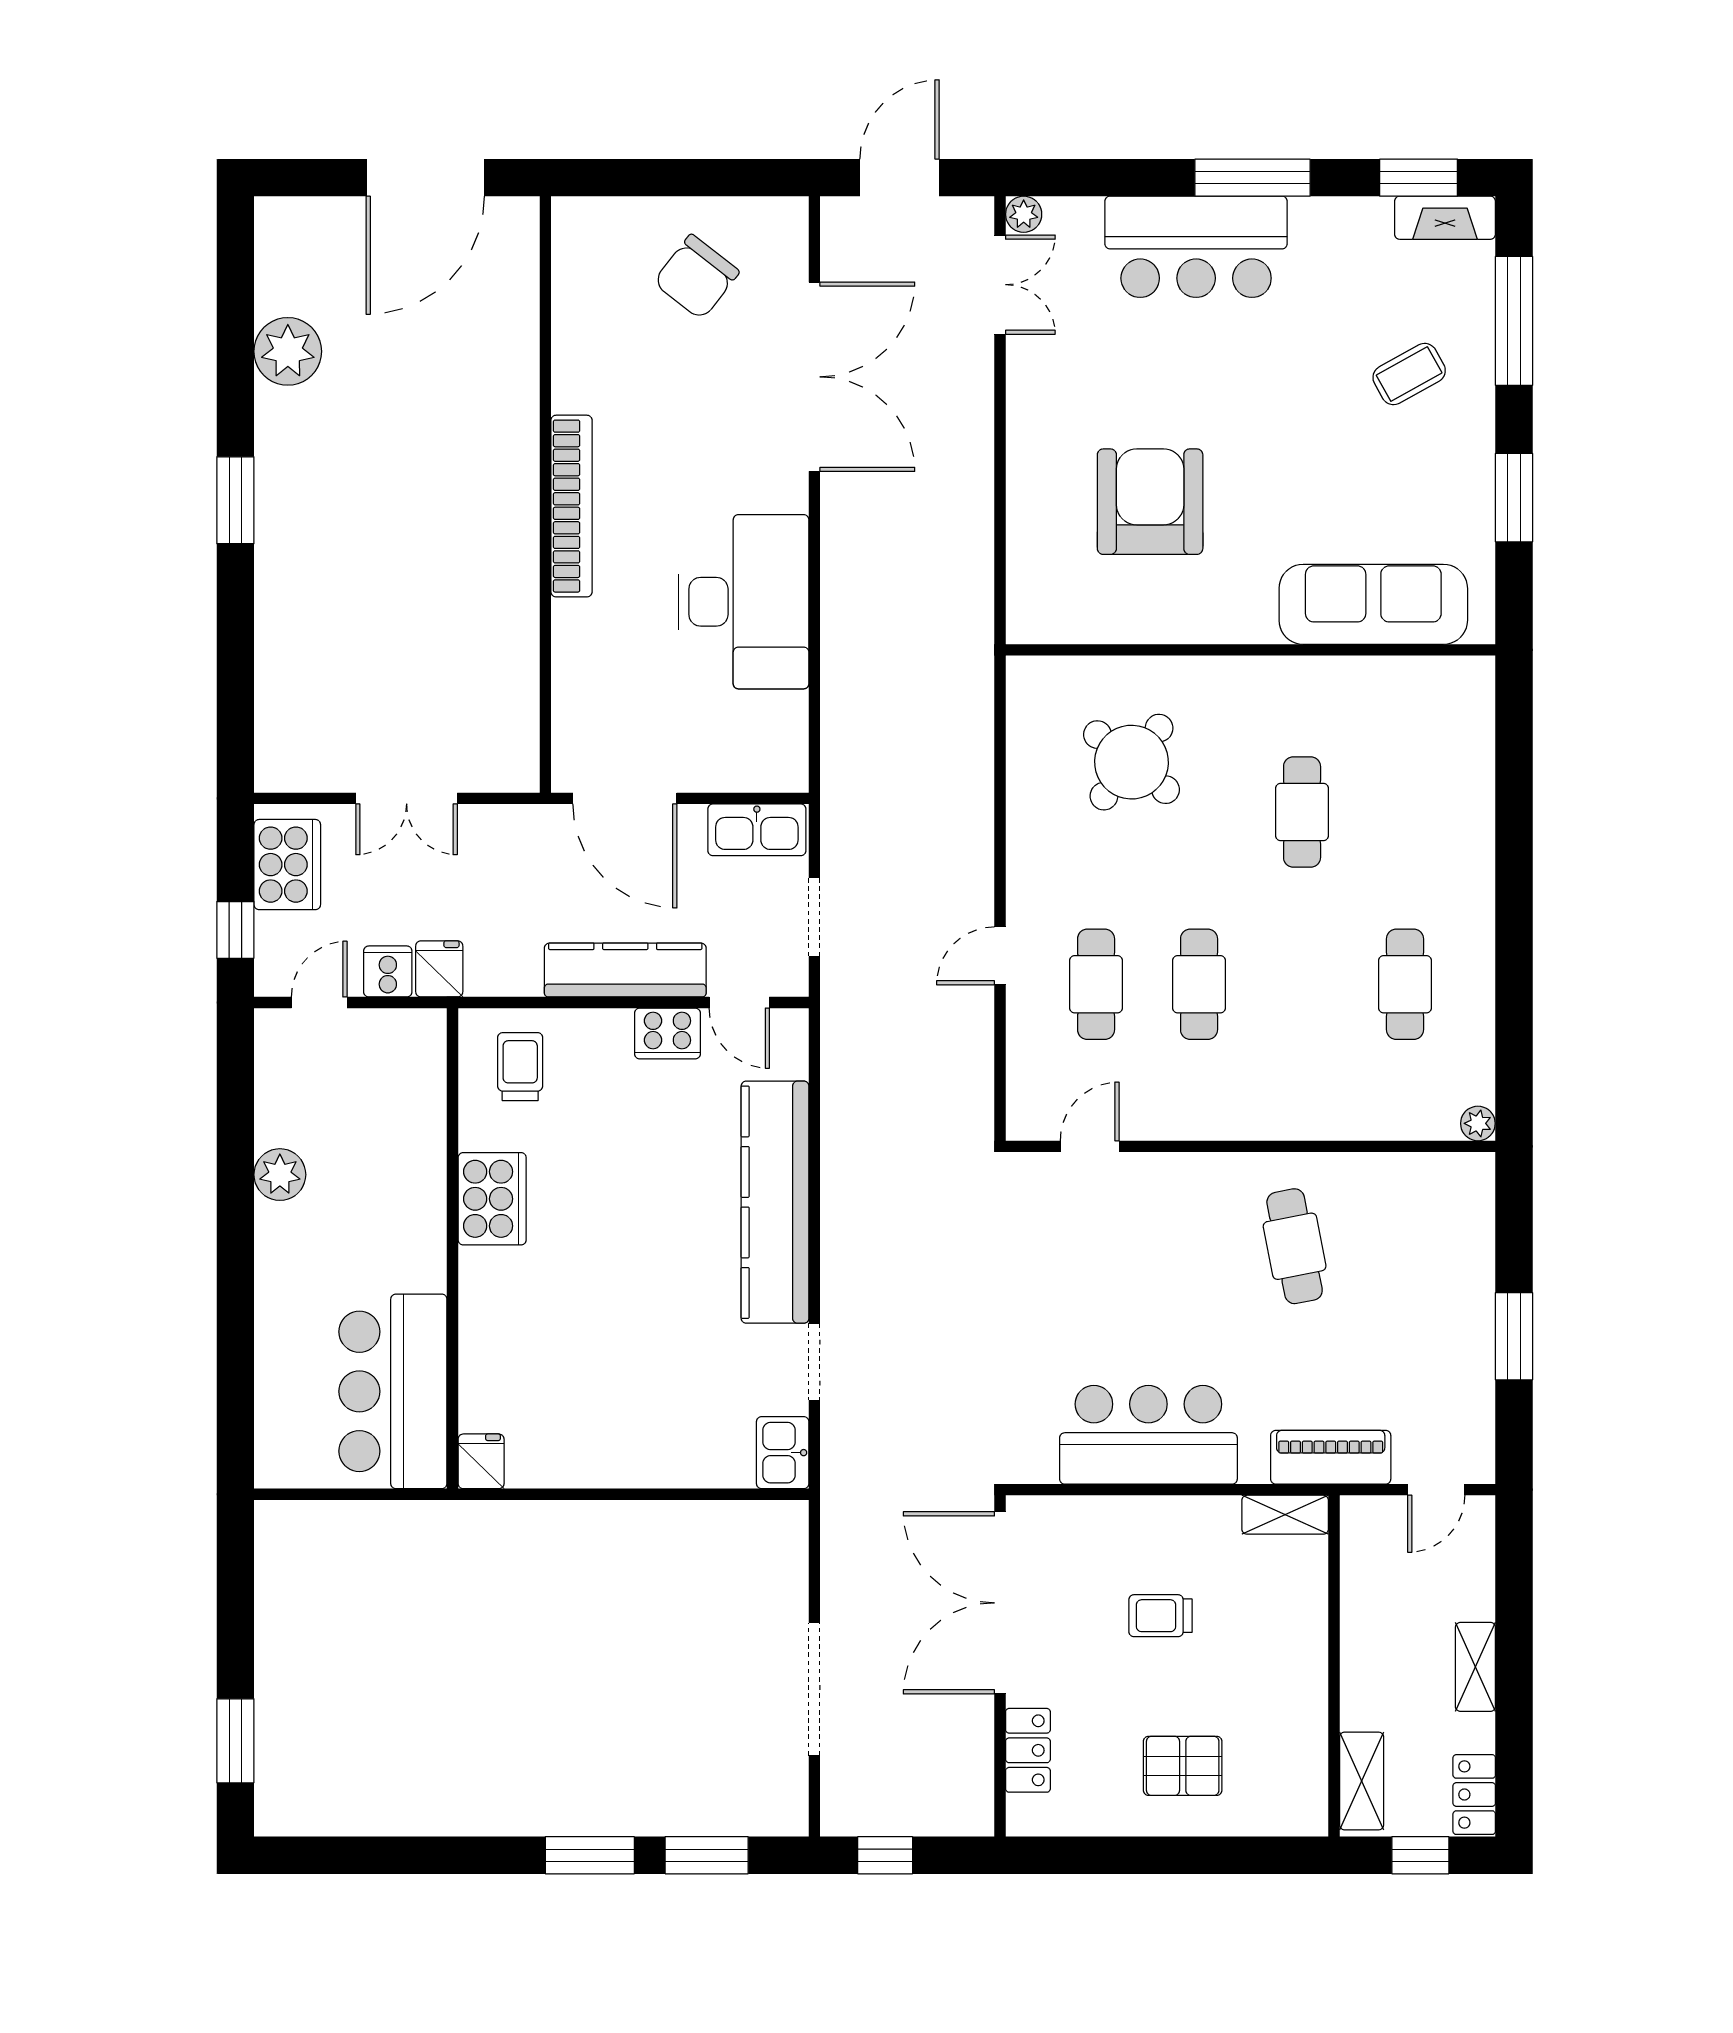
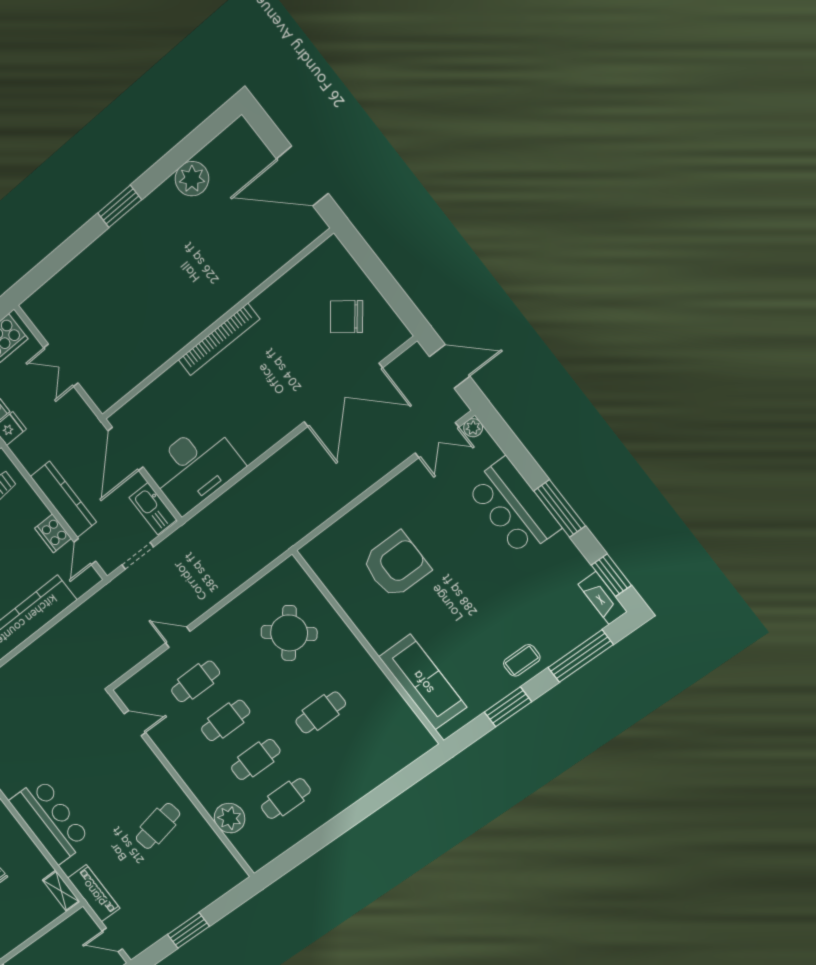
coffee table: (1409, 374) -> (522, 660), moved, turned -61
desk: (744, 602) -> (195, 467), moved
cafe table: (1302, 984) -> (256, 760), added
plant: (1478, 1123) -> (230, 818), moved, width x1.87, depth x1.87

